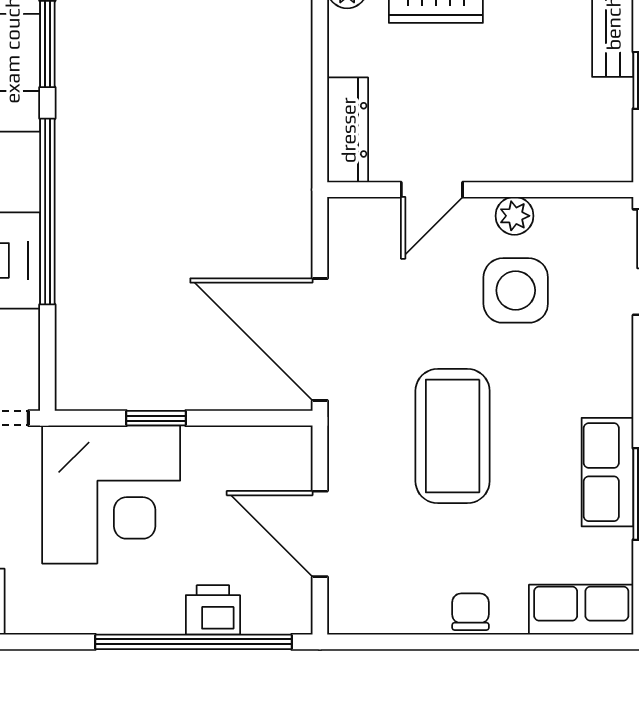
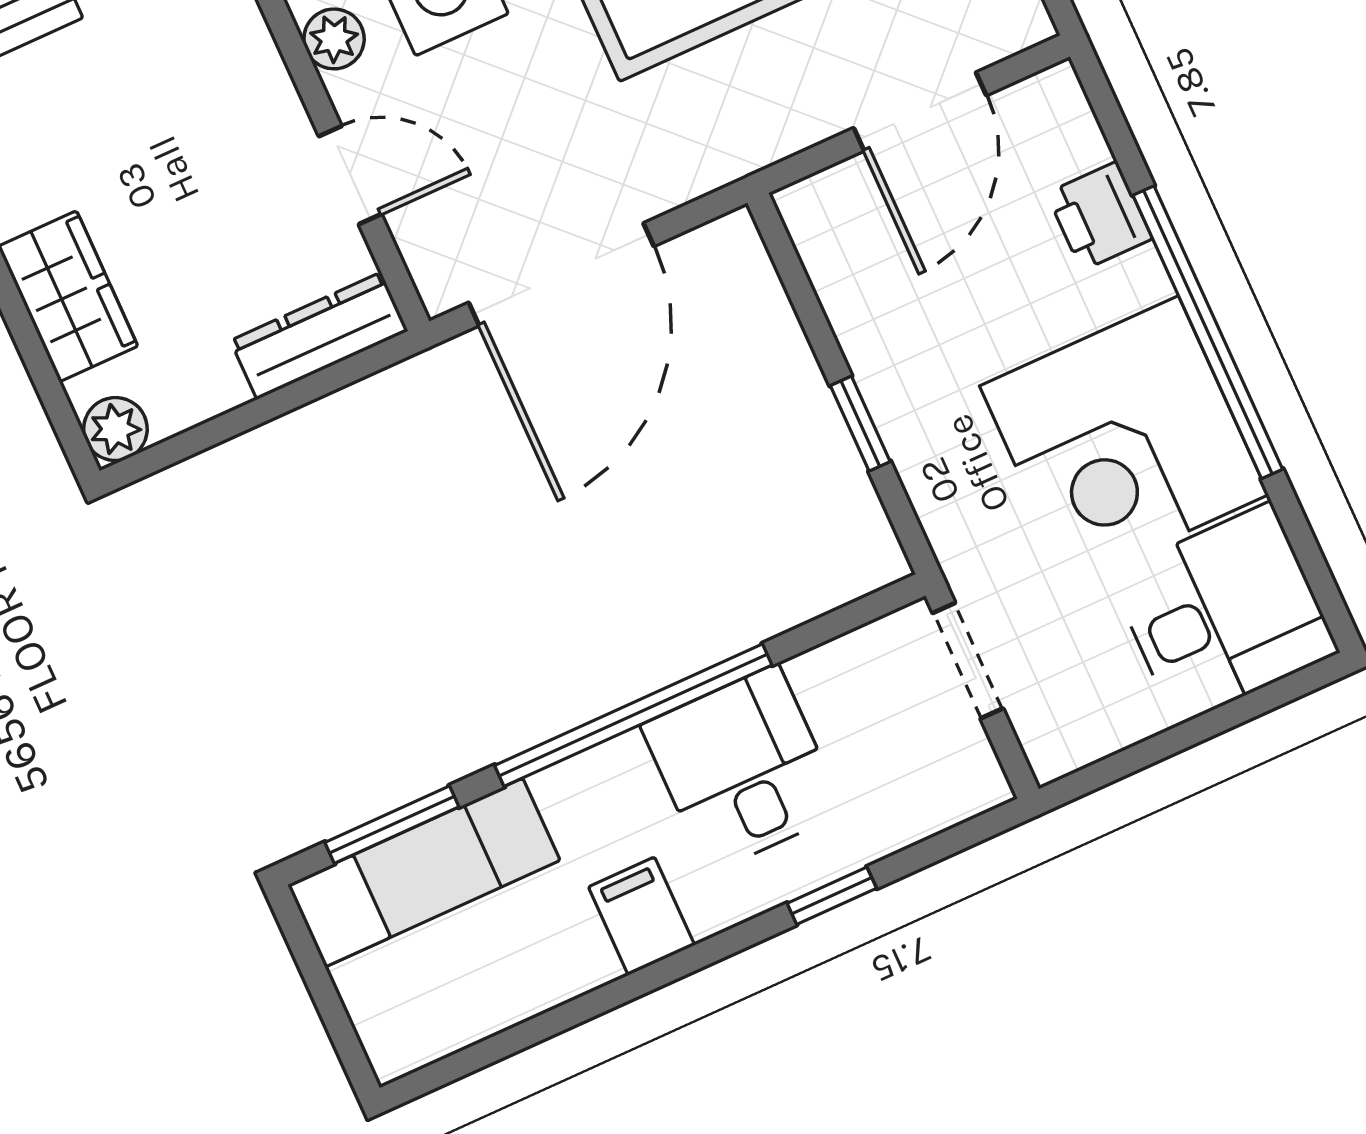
door: (320, 339) -> (561, 274), moved
corner desk: (111, 494) -> (1124, 440), moved, turned 180
window: (194, 642) -> (1208, 332), moved

